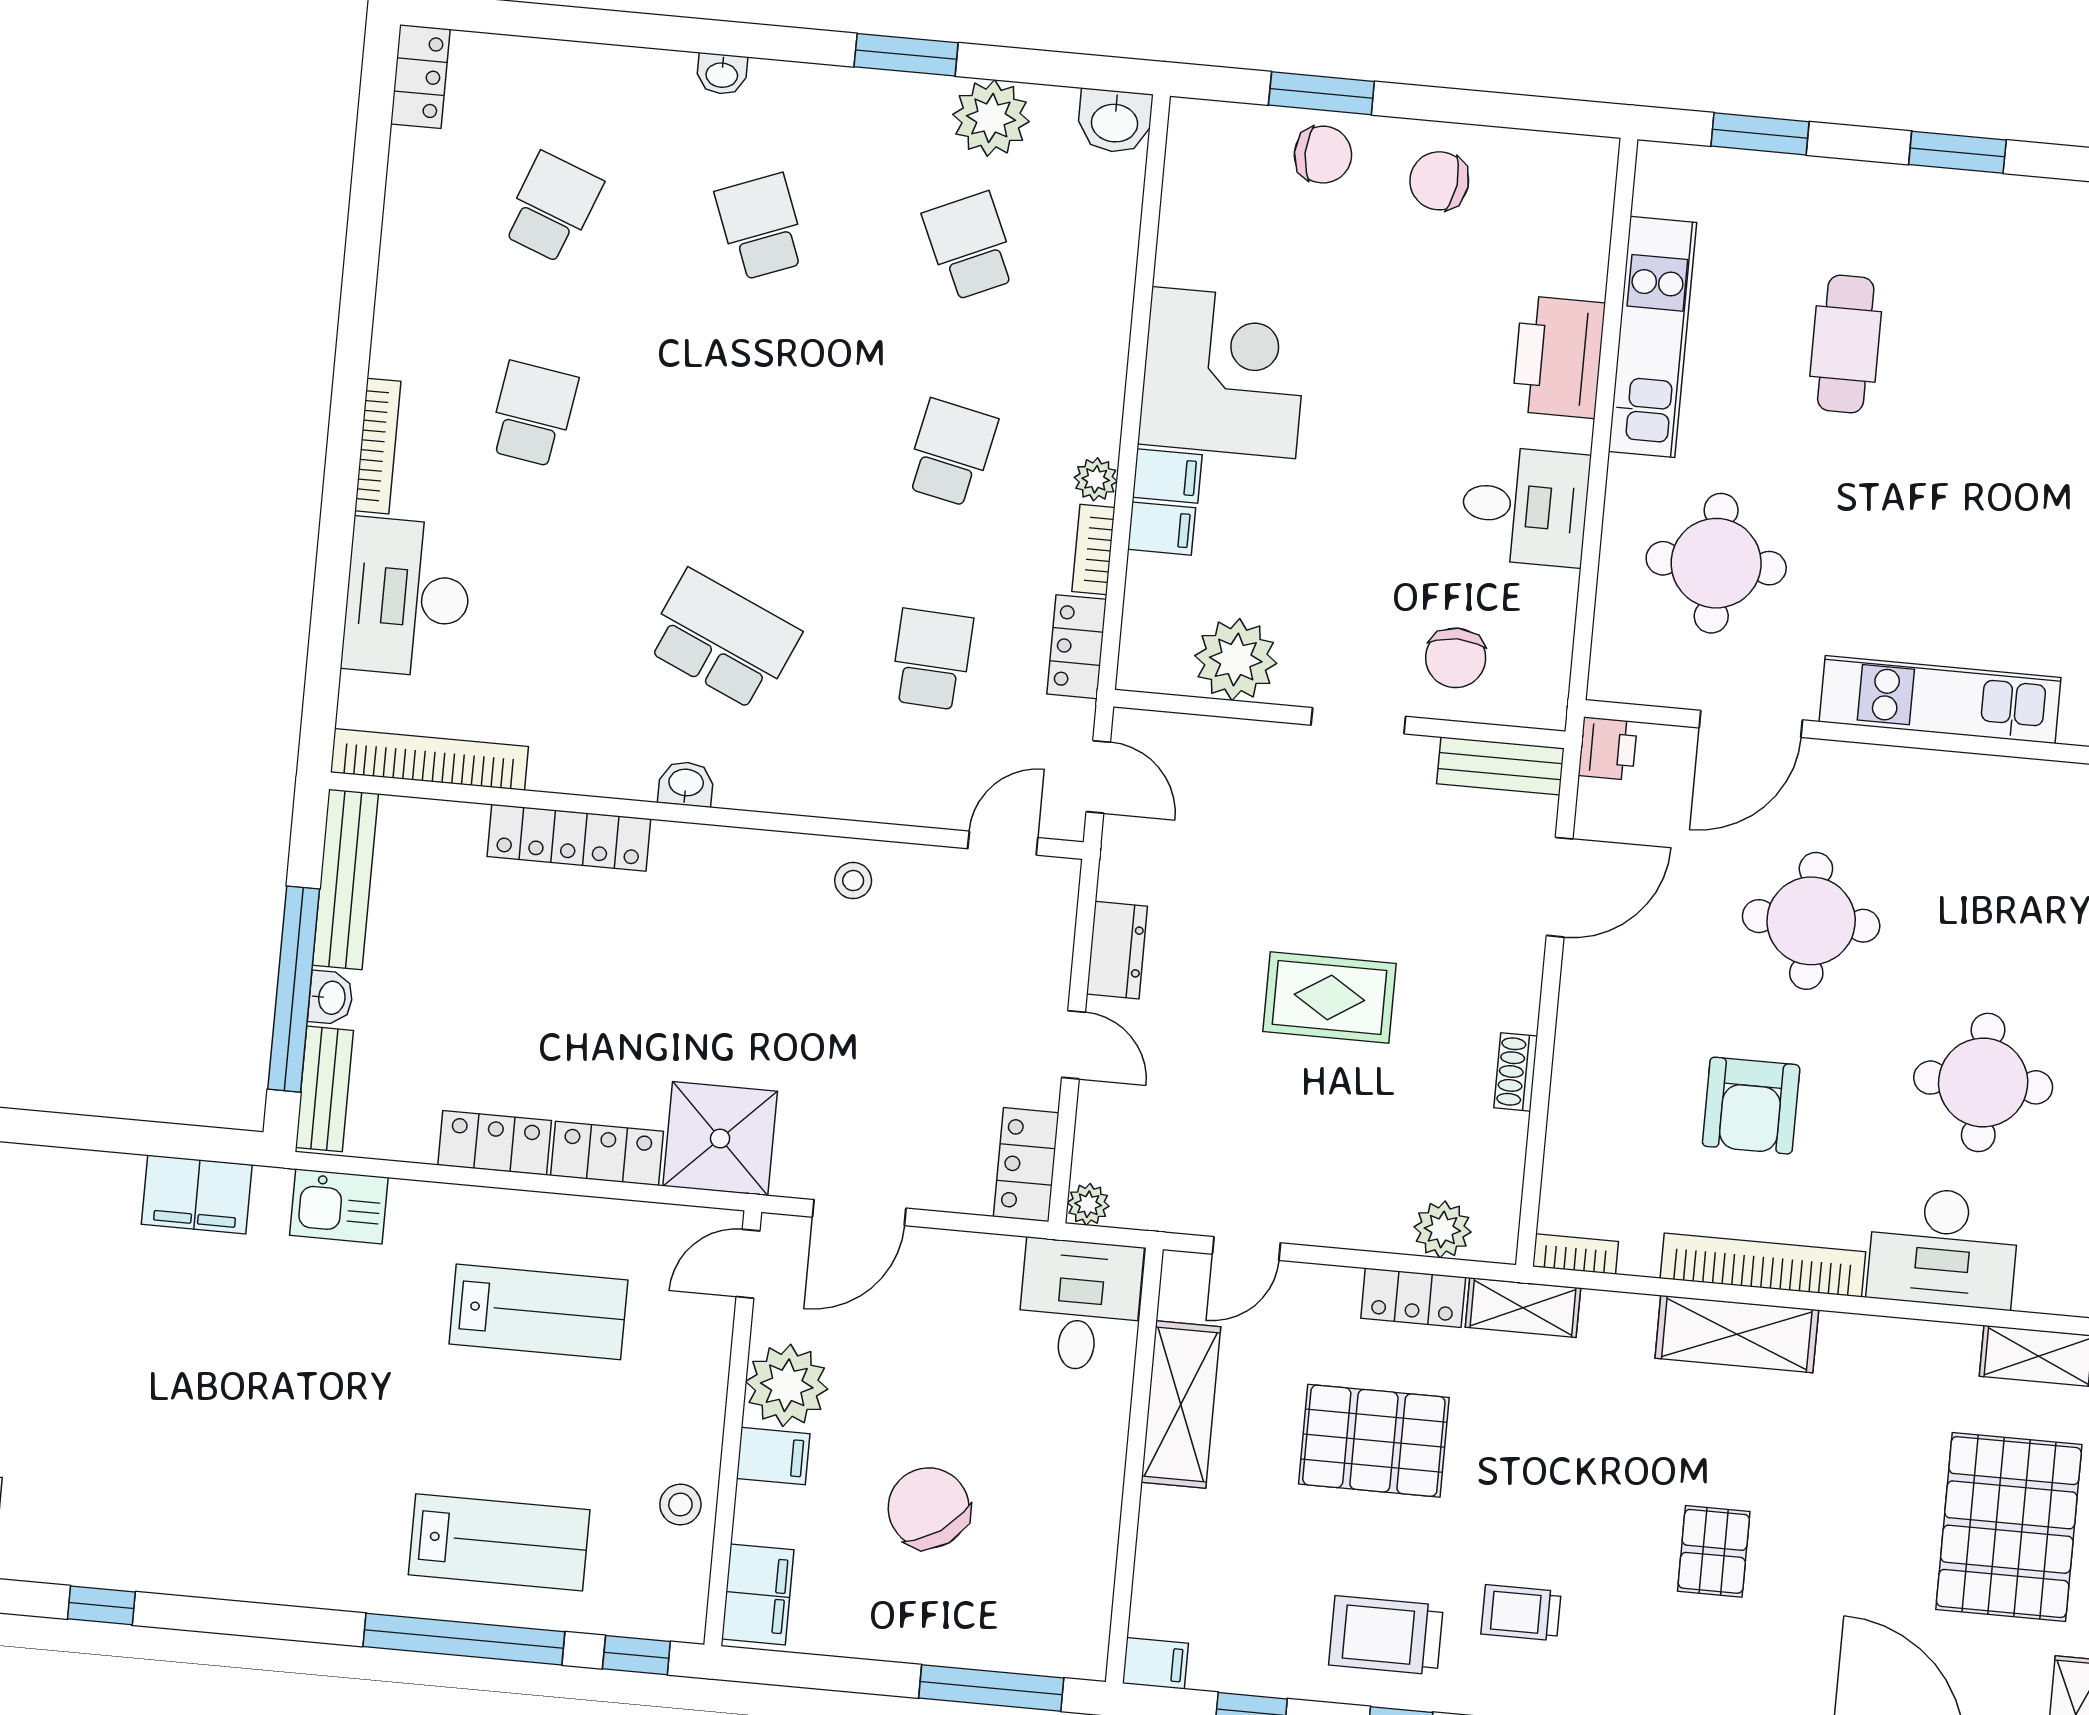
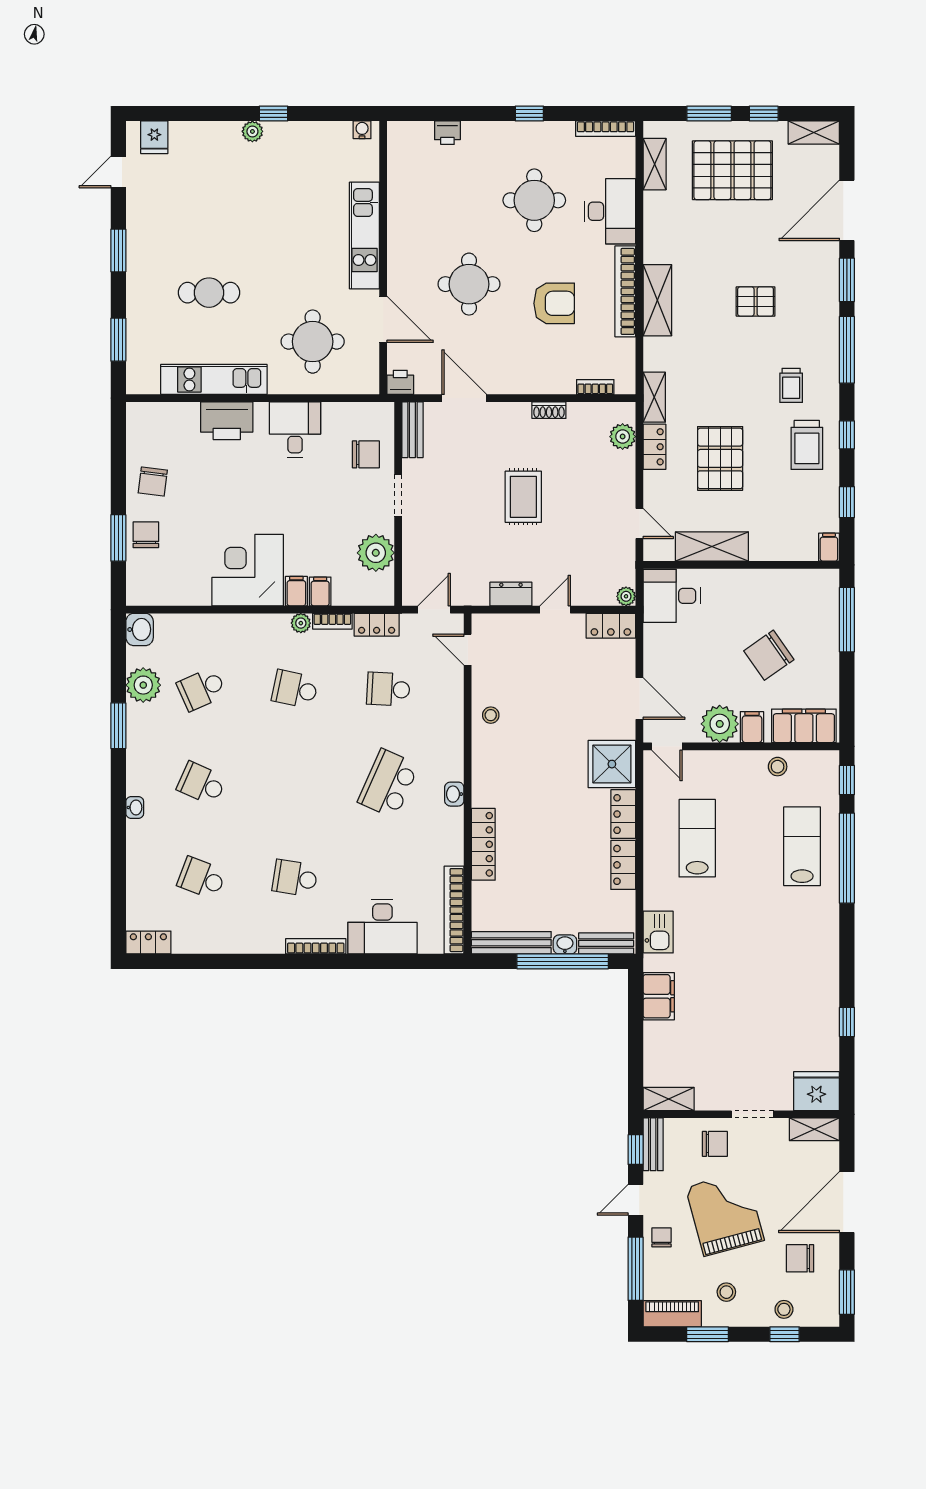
school desk: (761, 227) -> (202, 784), turned 45
bookcase: (1576, 1254) -> (595, 387), moved, turned 90
filing cabinet: (758, 1594) -> (804, 726), width x1.50, depth x1.17

